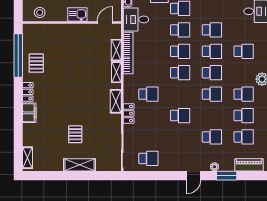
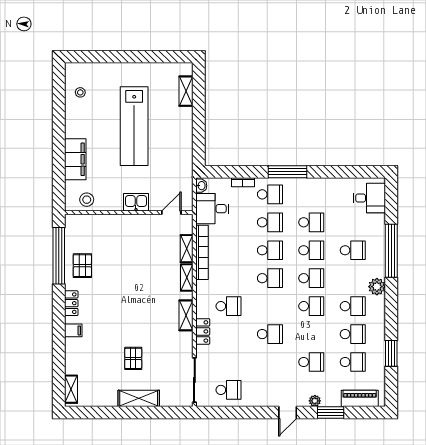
filing cabinet: (29, 113) -> (73, 330), width x0.50

